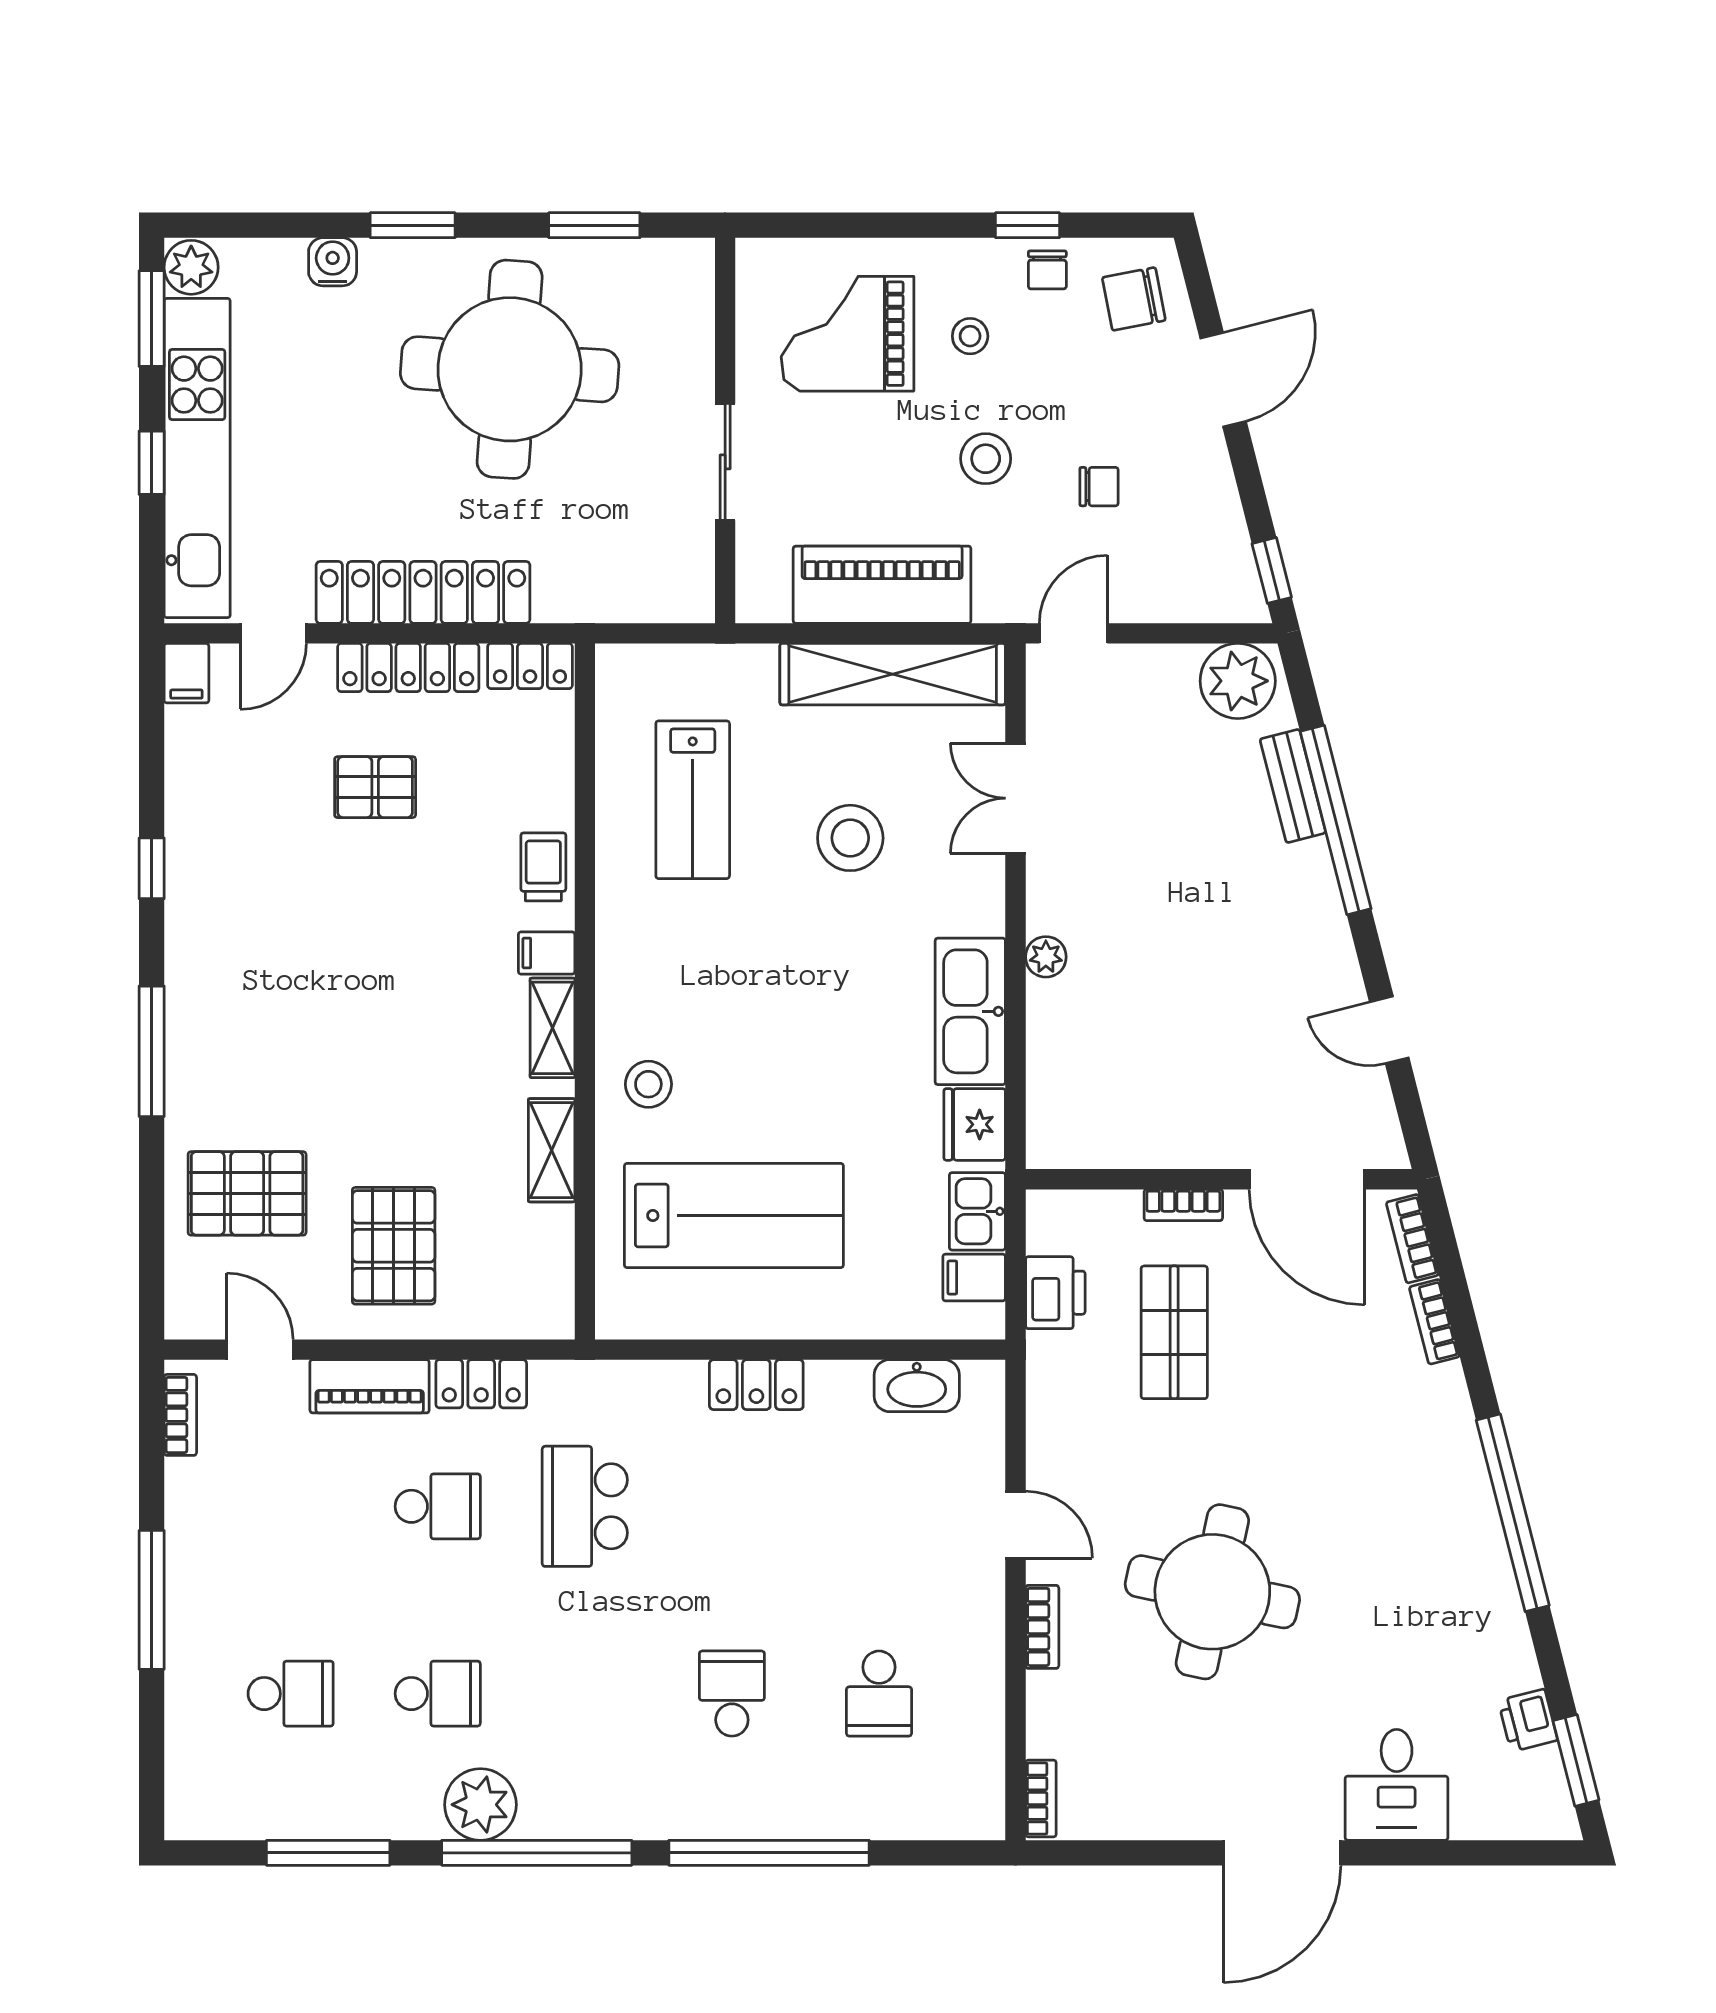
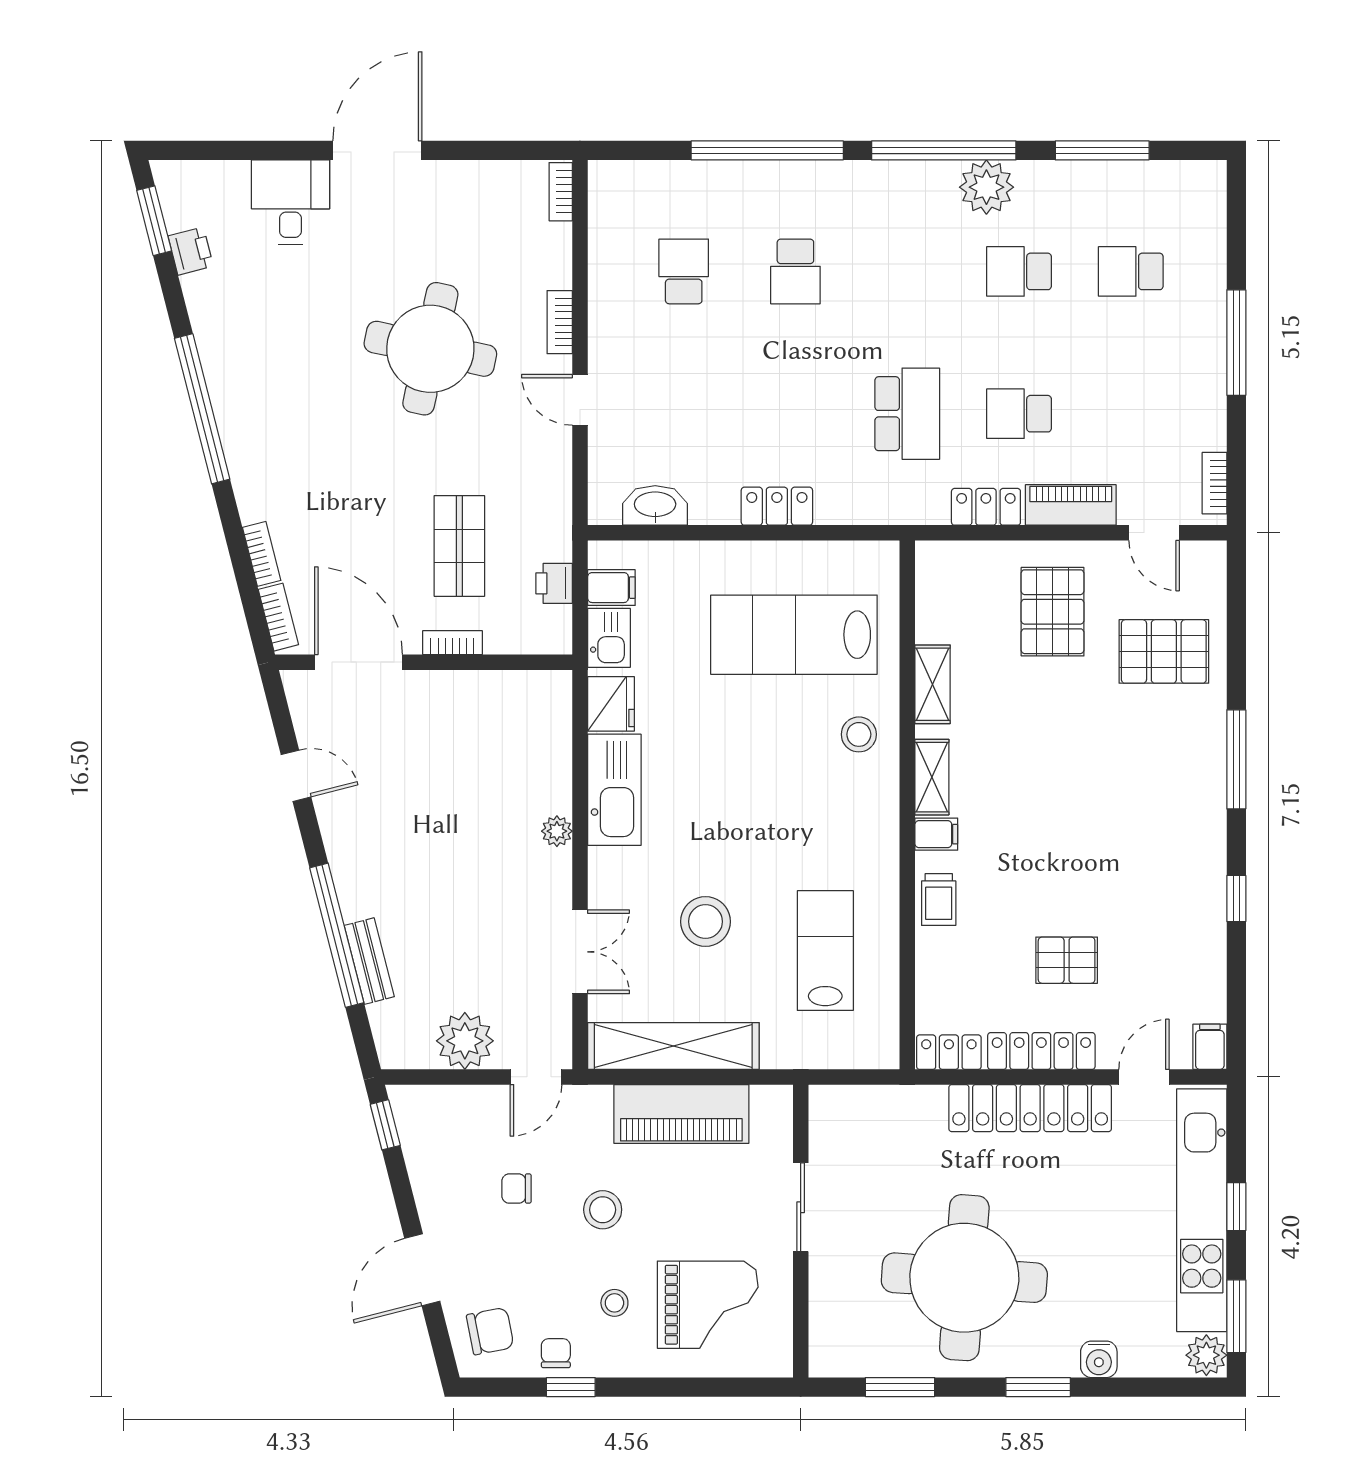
plant: (1238, 681) -> (465, 1041), moved
printer: (1055, 1293) -> (554, 583), width x0.73, depth x0.81

